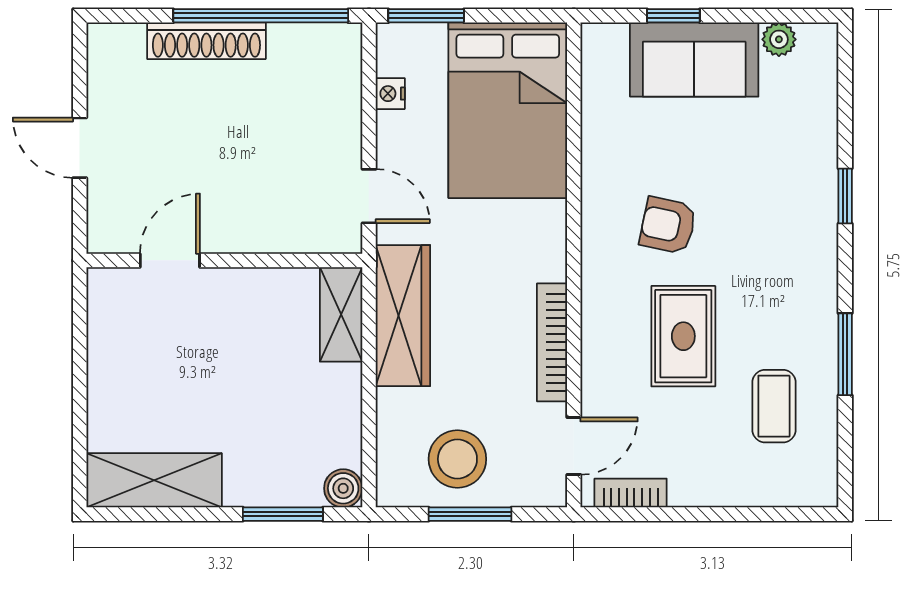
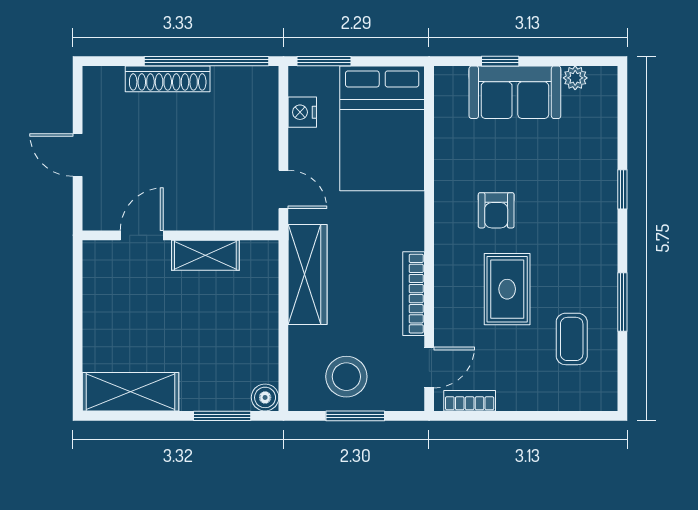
nightstand: (390, 94) -> (302, 112), width x1.39, depth x1.35
armchair: (668, 225) -> (496, 210), turned -102
shelving: (341, 314) -> (205, 255), moved, turned 90

